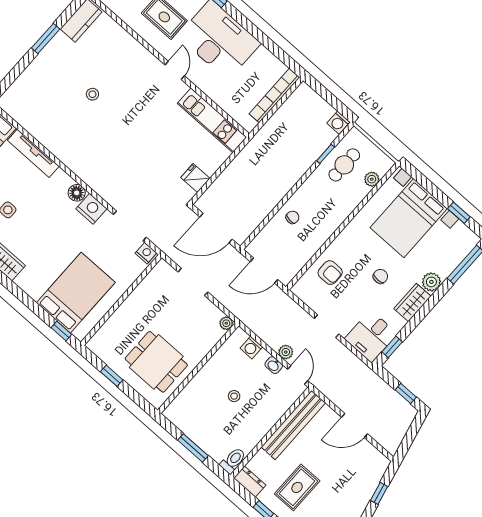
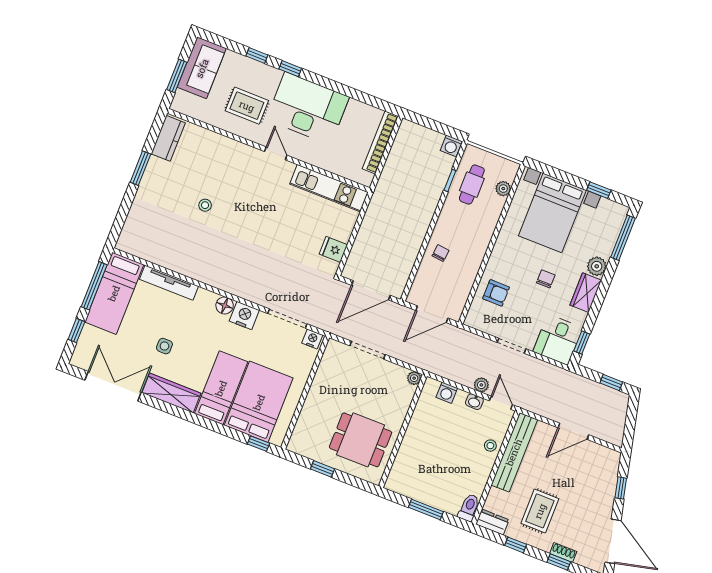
bed: (46, 267) -> (221, 388), added
stool: (234, 396) -> (490, 446), moved

